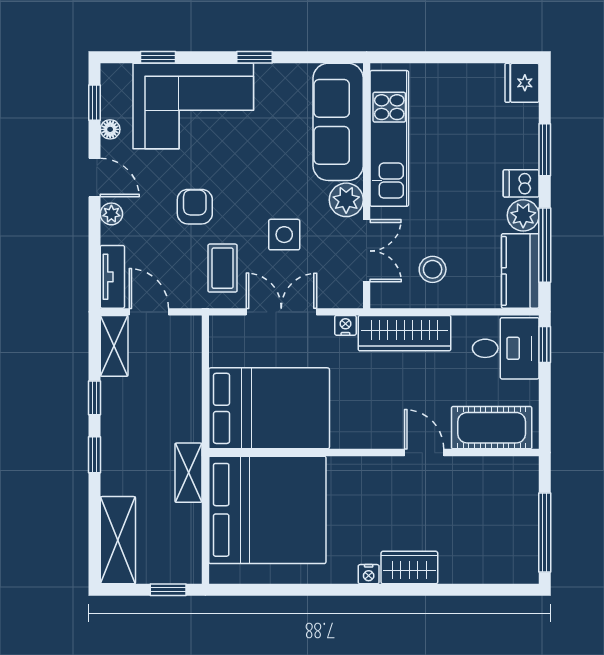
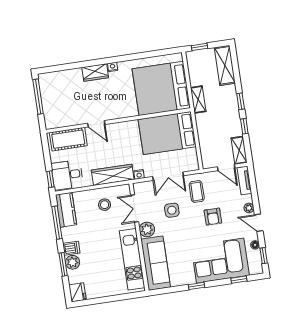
plant: (523, 215) -> (73, 262), moved

